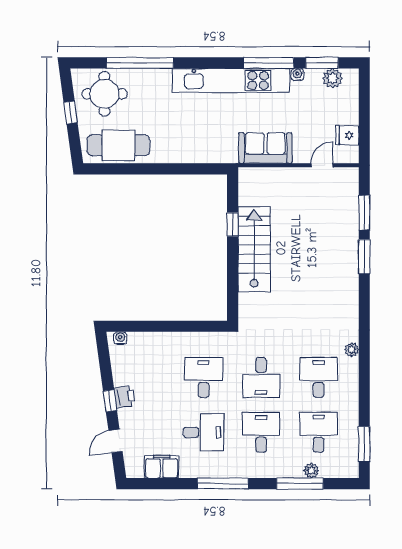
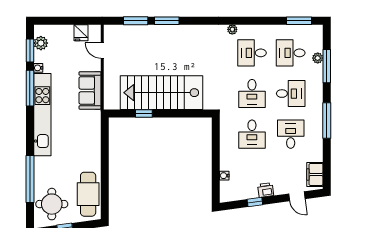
stairs: (254, 249) -> (161, 93), width x1.36, depth x1.51
water cooler: (120, 338) -> (224, 176), moved
desk: (204, 377) -> (252, 134), turned -90
desk: (261, 377) -> (252, 94), turned 90
window: (110, 401) -> (255, 202), moved
desk: (261, 432) -> (291, 94), turned 180
filing cabinet: (162, 467) -> (315, 174), moved

